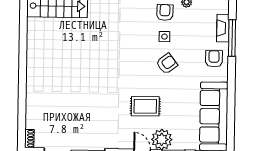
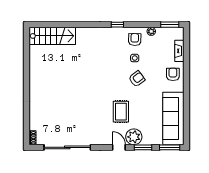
window: (232, 38) -> (186, 58), removed
rug: (145, 106) -> (121, 112), turned 90

